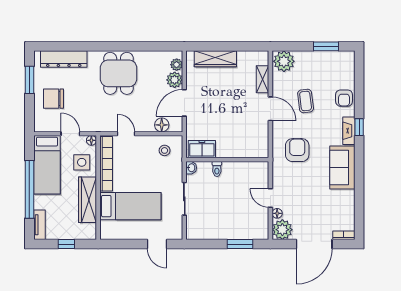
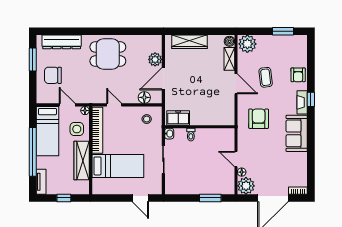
boiler: (263, 58) -> (229, 41), added
plant: (177, 65) -> (157, 47), removed
dining table: (119, 73) -> (108, 54), turned 90

